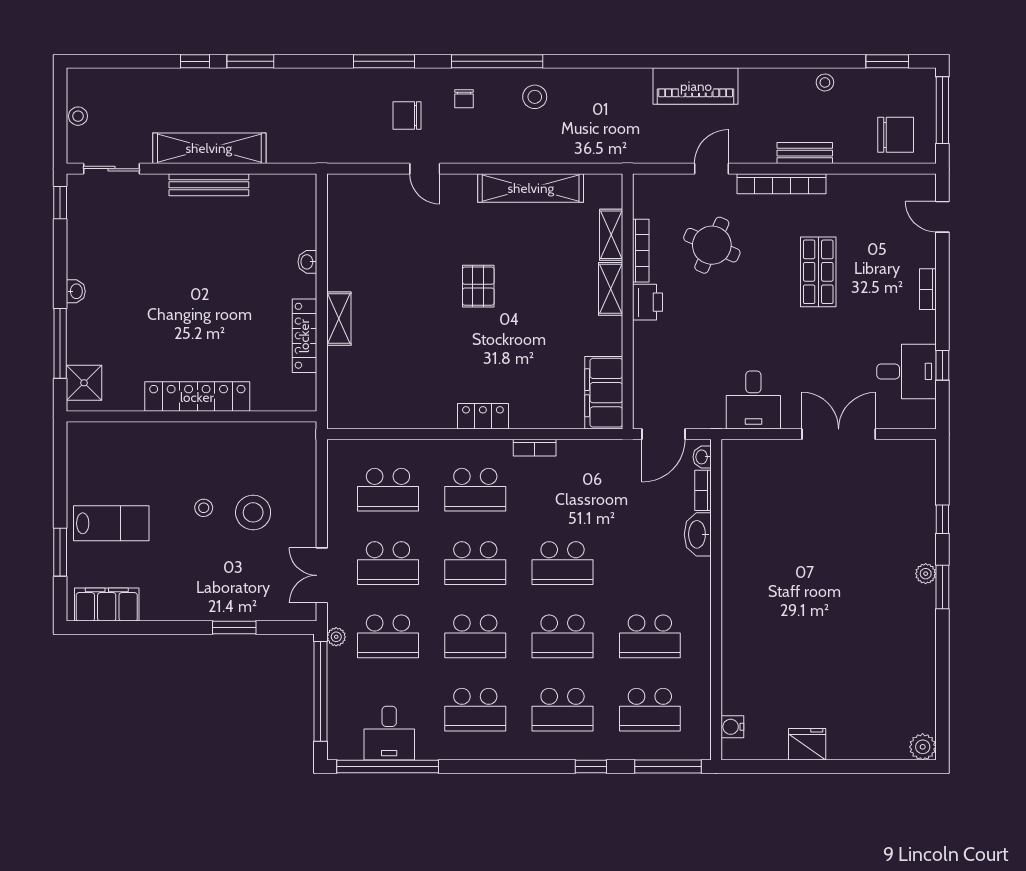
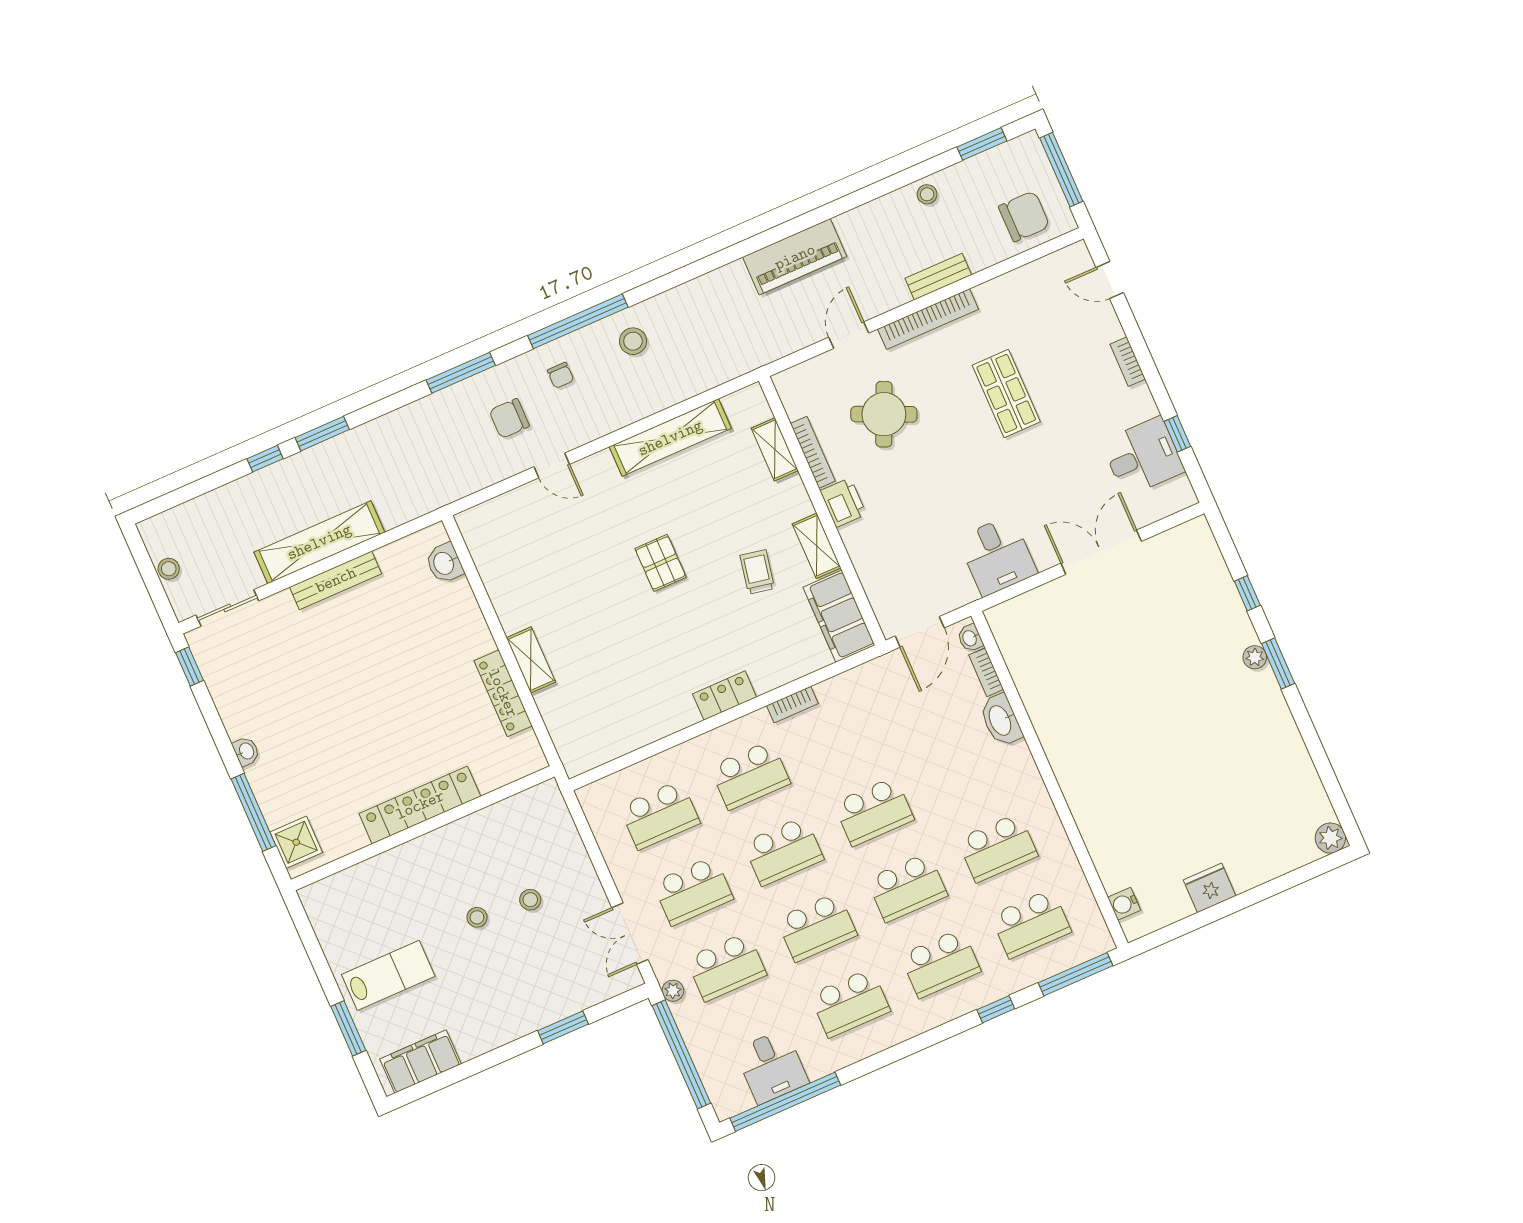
washbasin: (307, 262) -> (444, 563), moved, width x1.38, depth x1.45
shelving: (611, 289) -> (817, 546), moved
trolley: (553, 328) -> (757, 572), added
stool: (253, 512) -> (530, 900), width x0.53, depth x0.53

